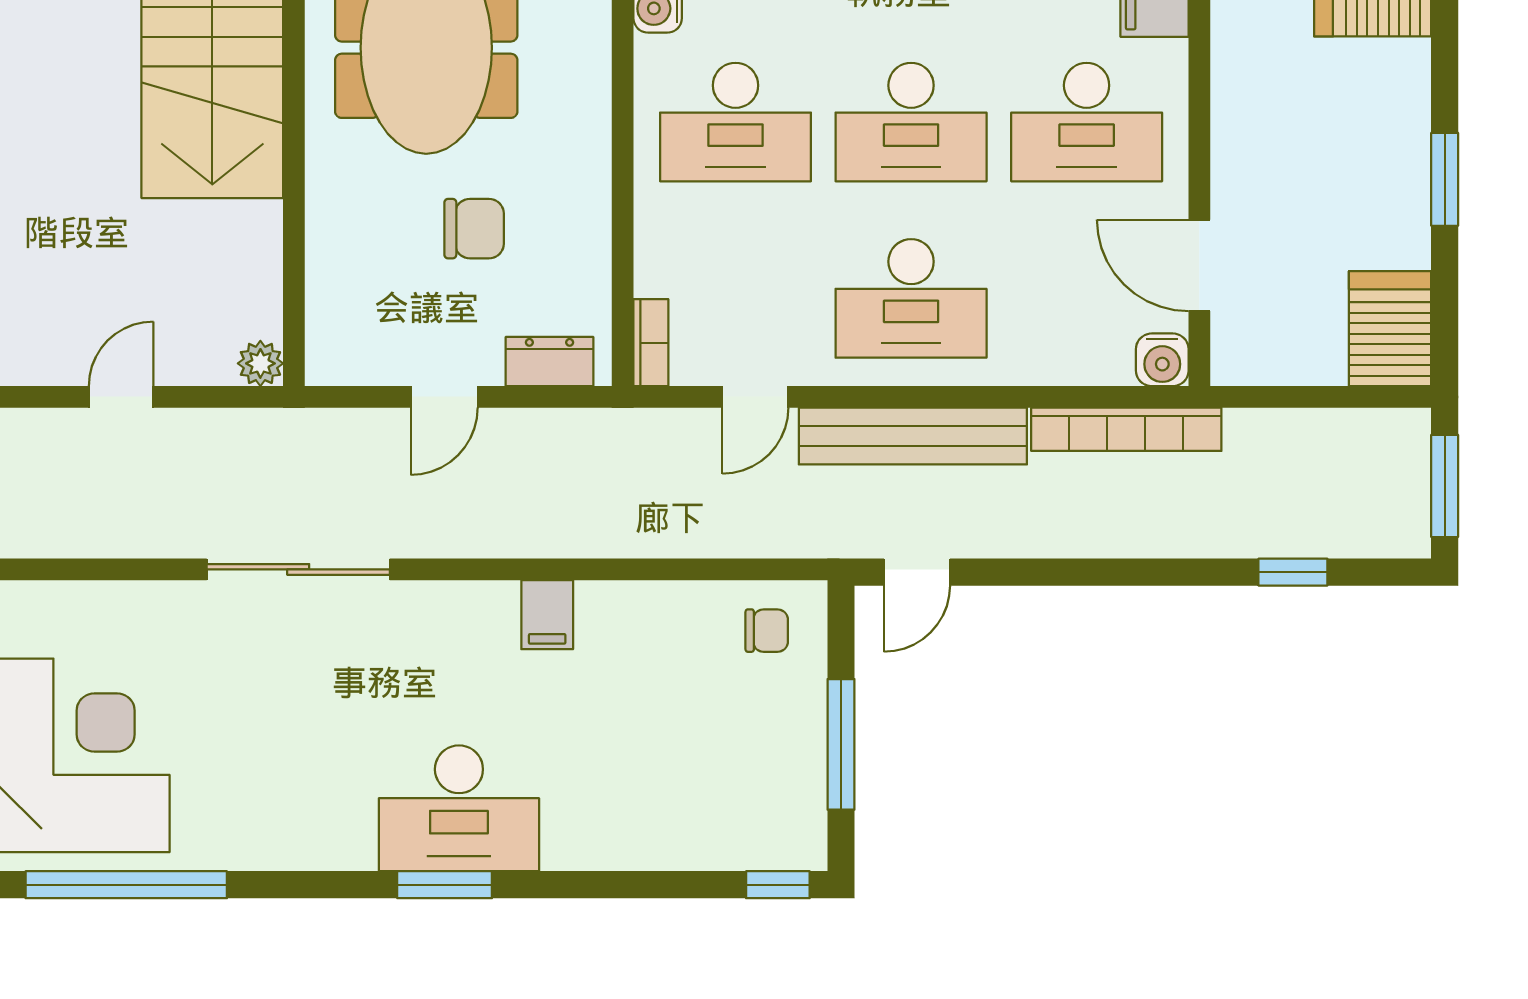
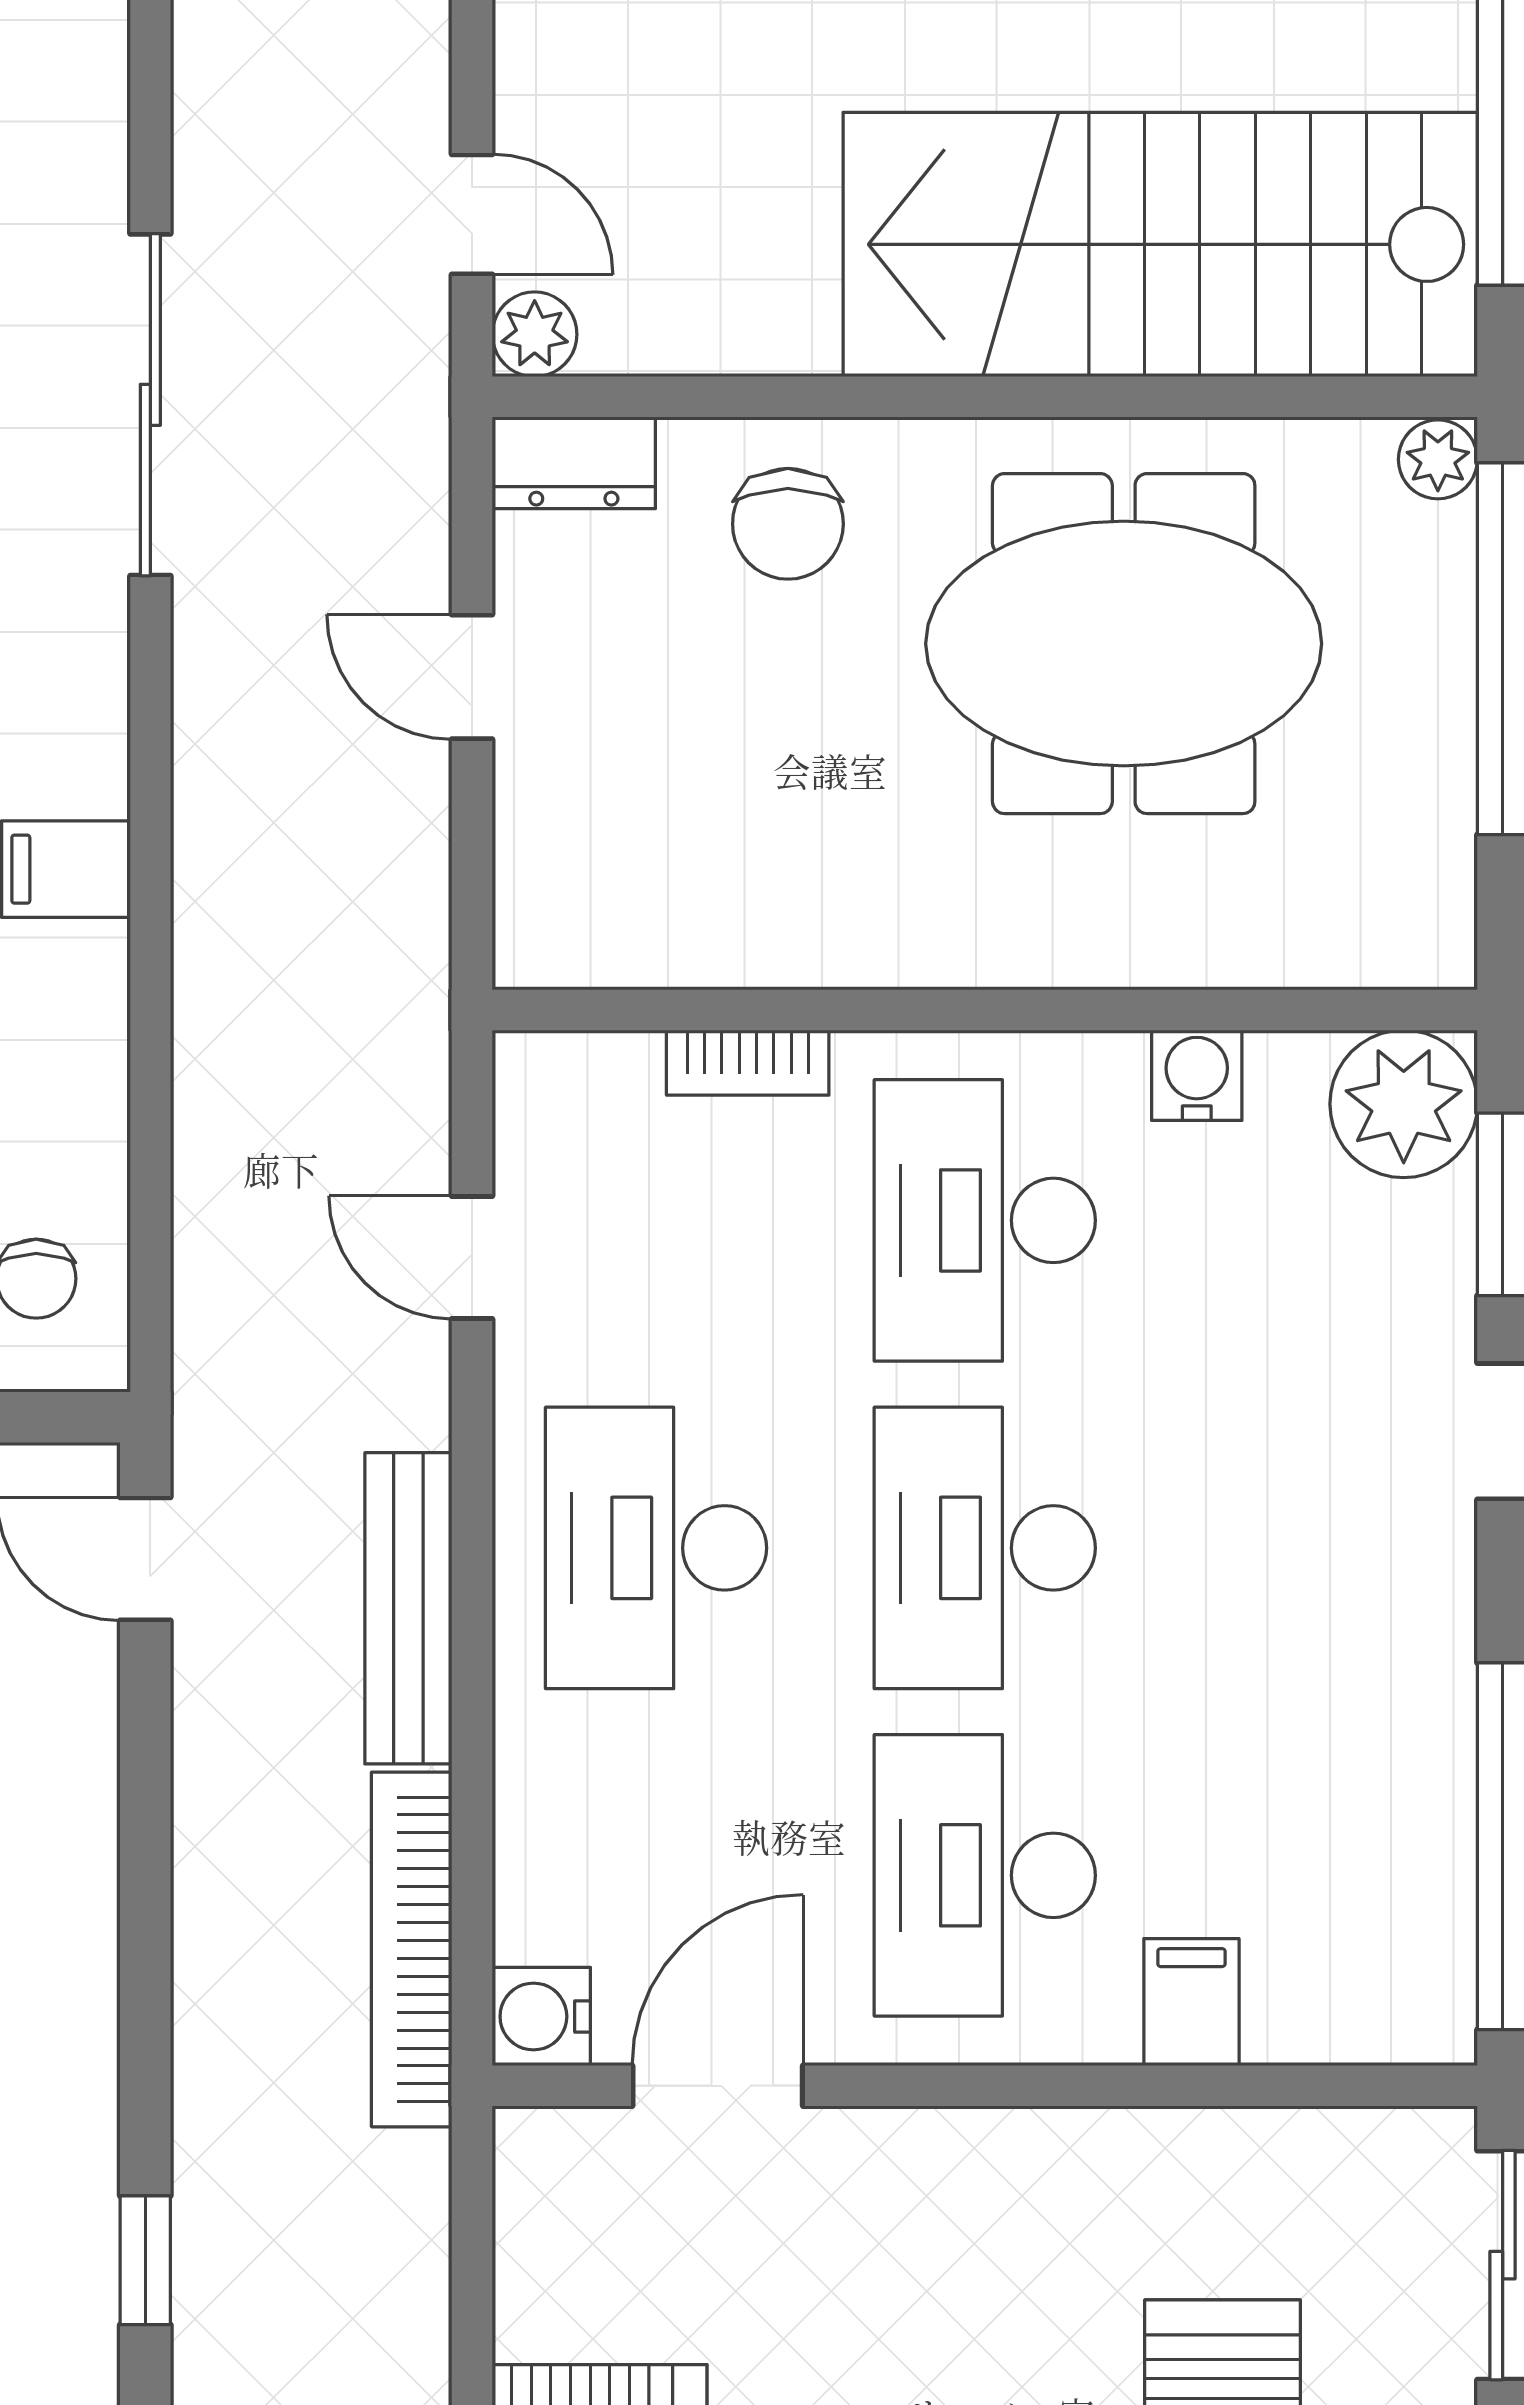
chair: (474, 229) -> (788, 524), moved
bookcase: (651, 343) -> (748, 1063), moved
dresser: (549, 362) -> (574, 463), moved, turned 90
door: (121, 397) -> (472, 214), moved
bench: (913, 436) -> (408, 1608), width x0.73, depth x0.82

